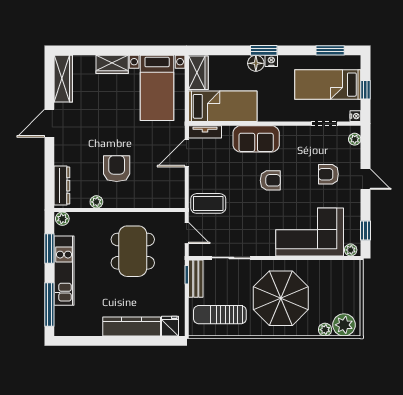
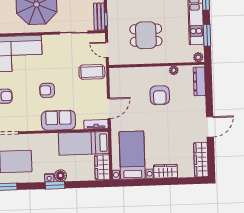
dining table: (133, 251) -> (146, 35), width x0.73

